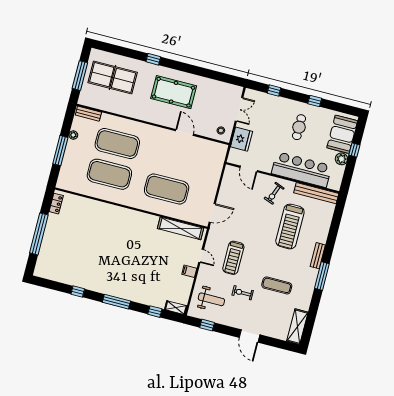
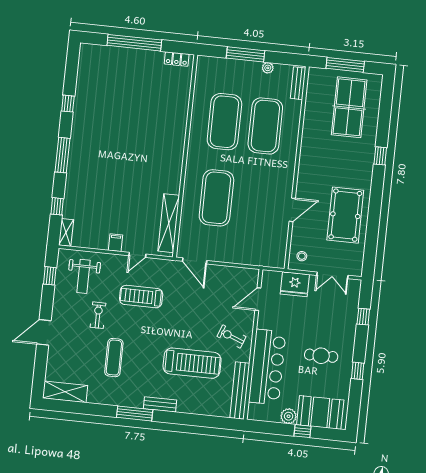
pool table: (174, 92) -> (345, 215), moved
treadmill: (290, 226) -> (192, 363), turned 180

